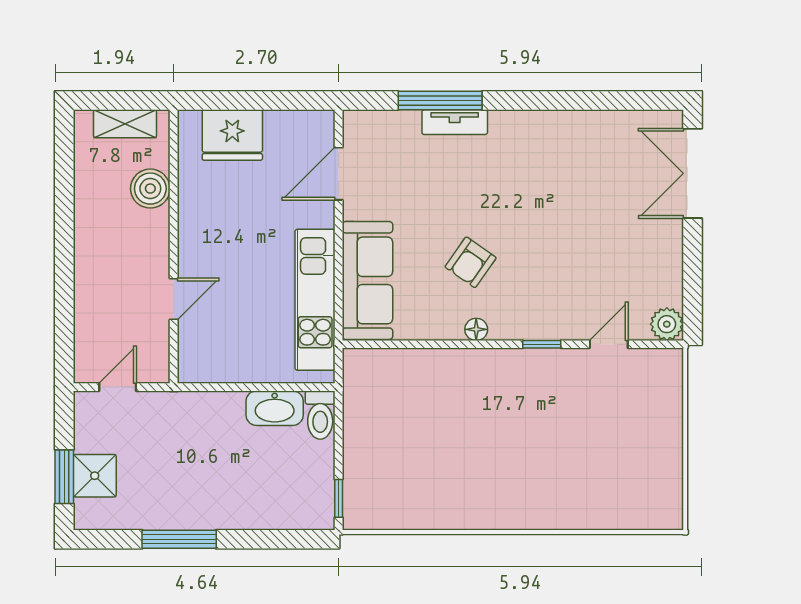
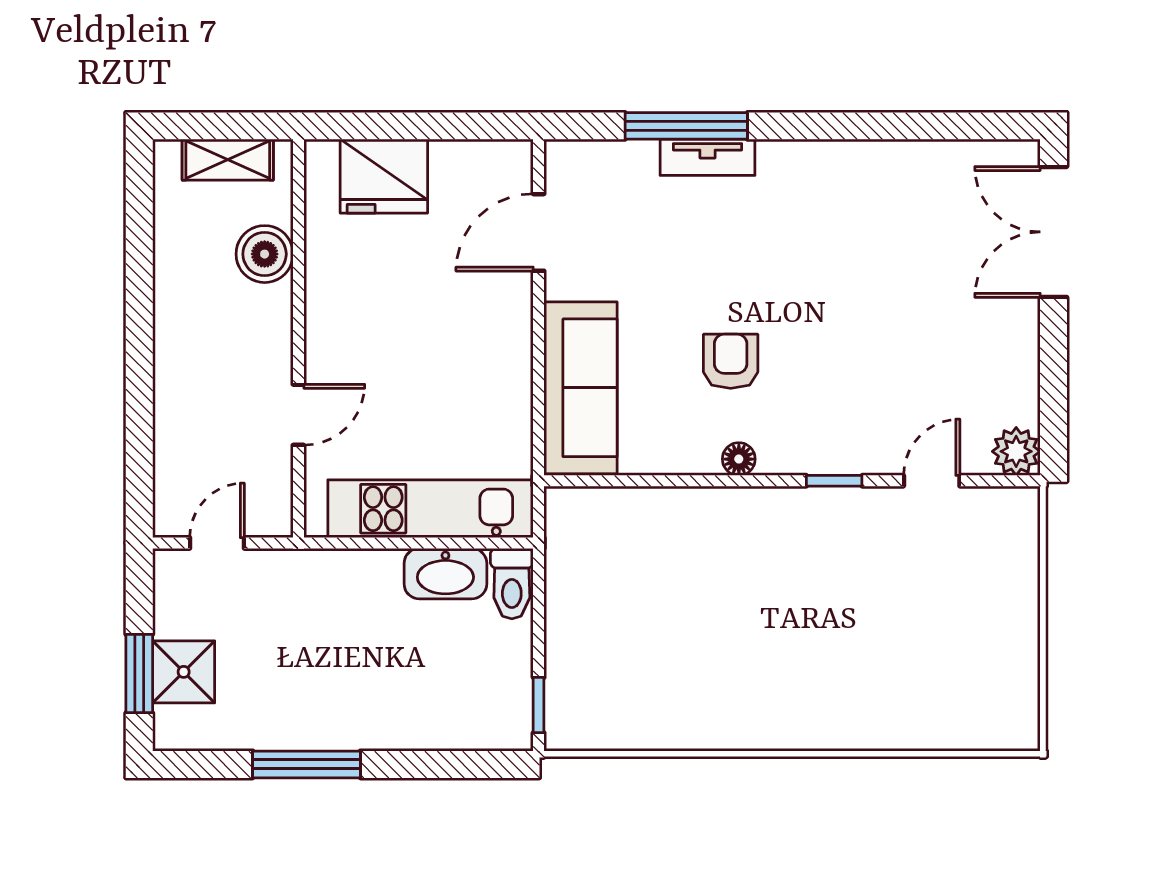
armchair: (471, 262) -> (731, 361), turned 145
kitchen unit: (315, 300) -> (431, 509), moved, turned 90

